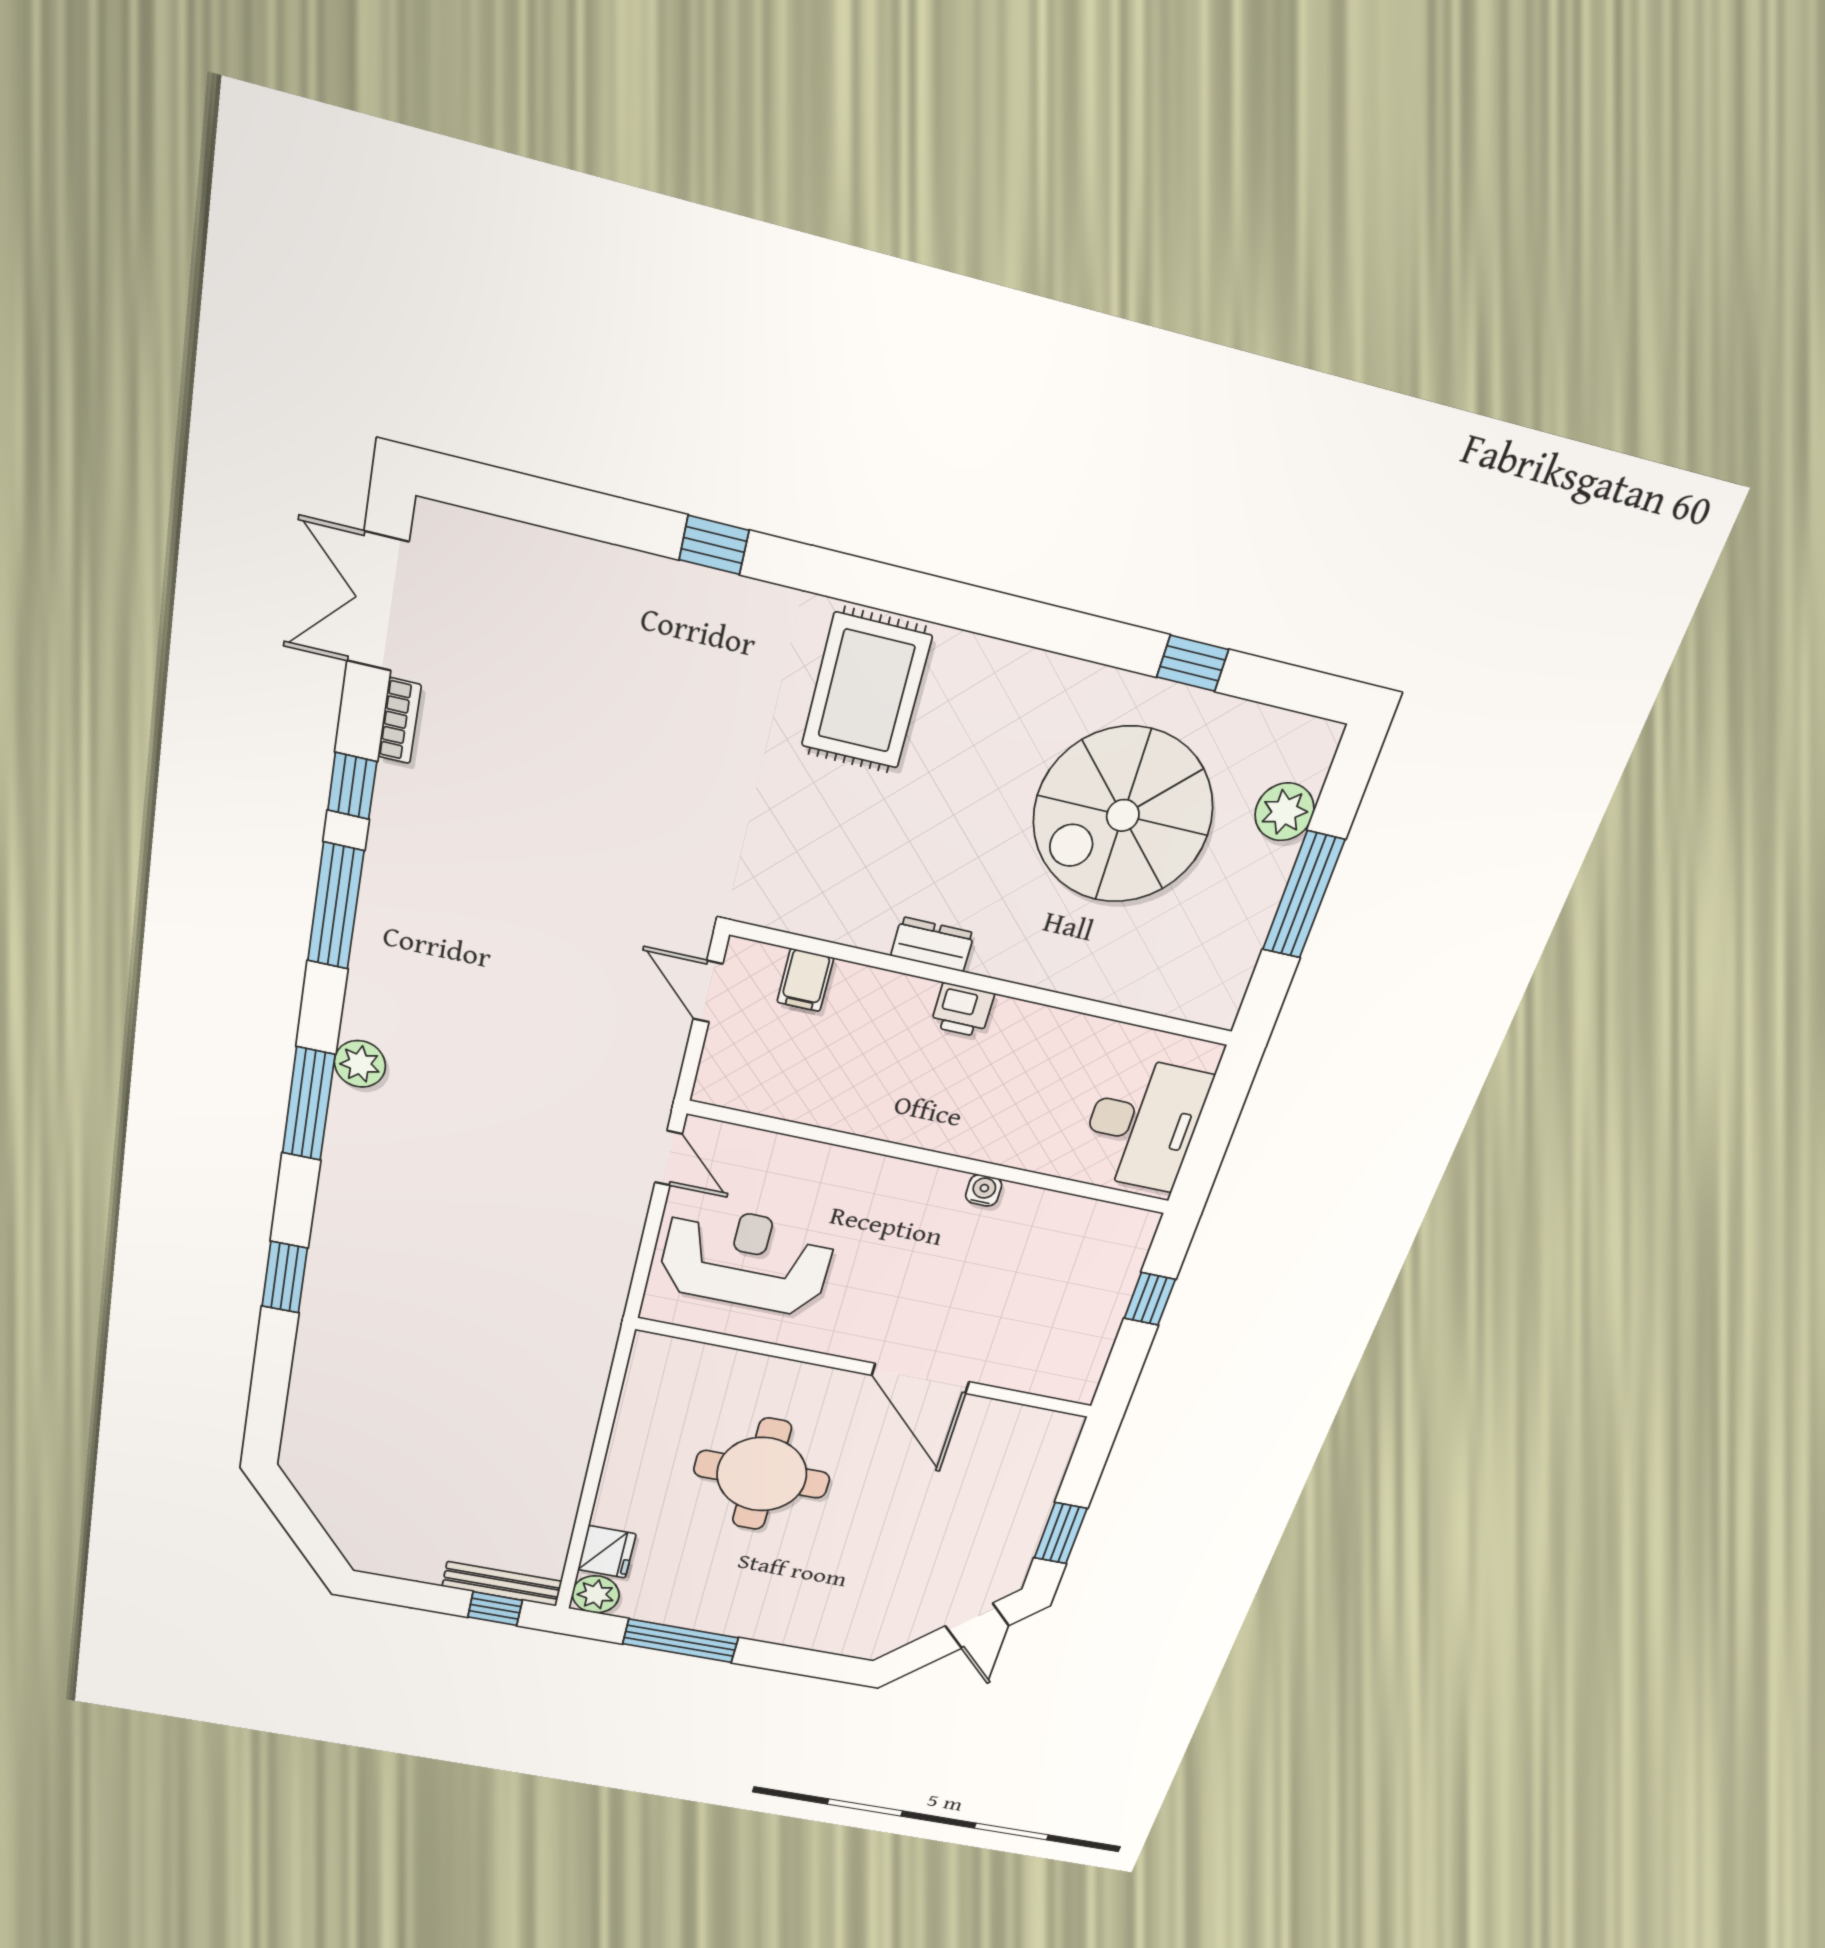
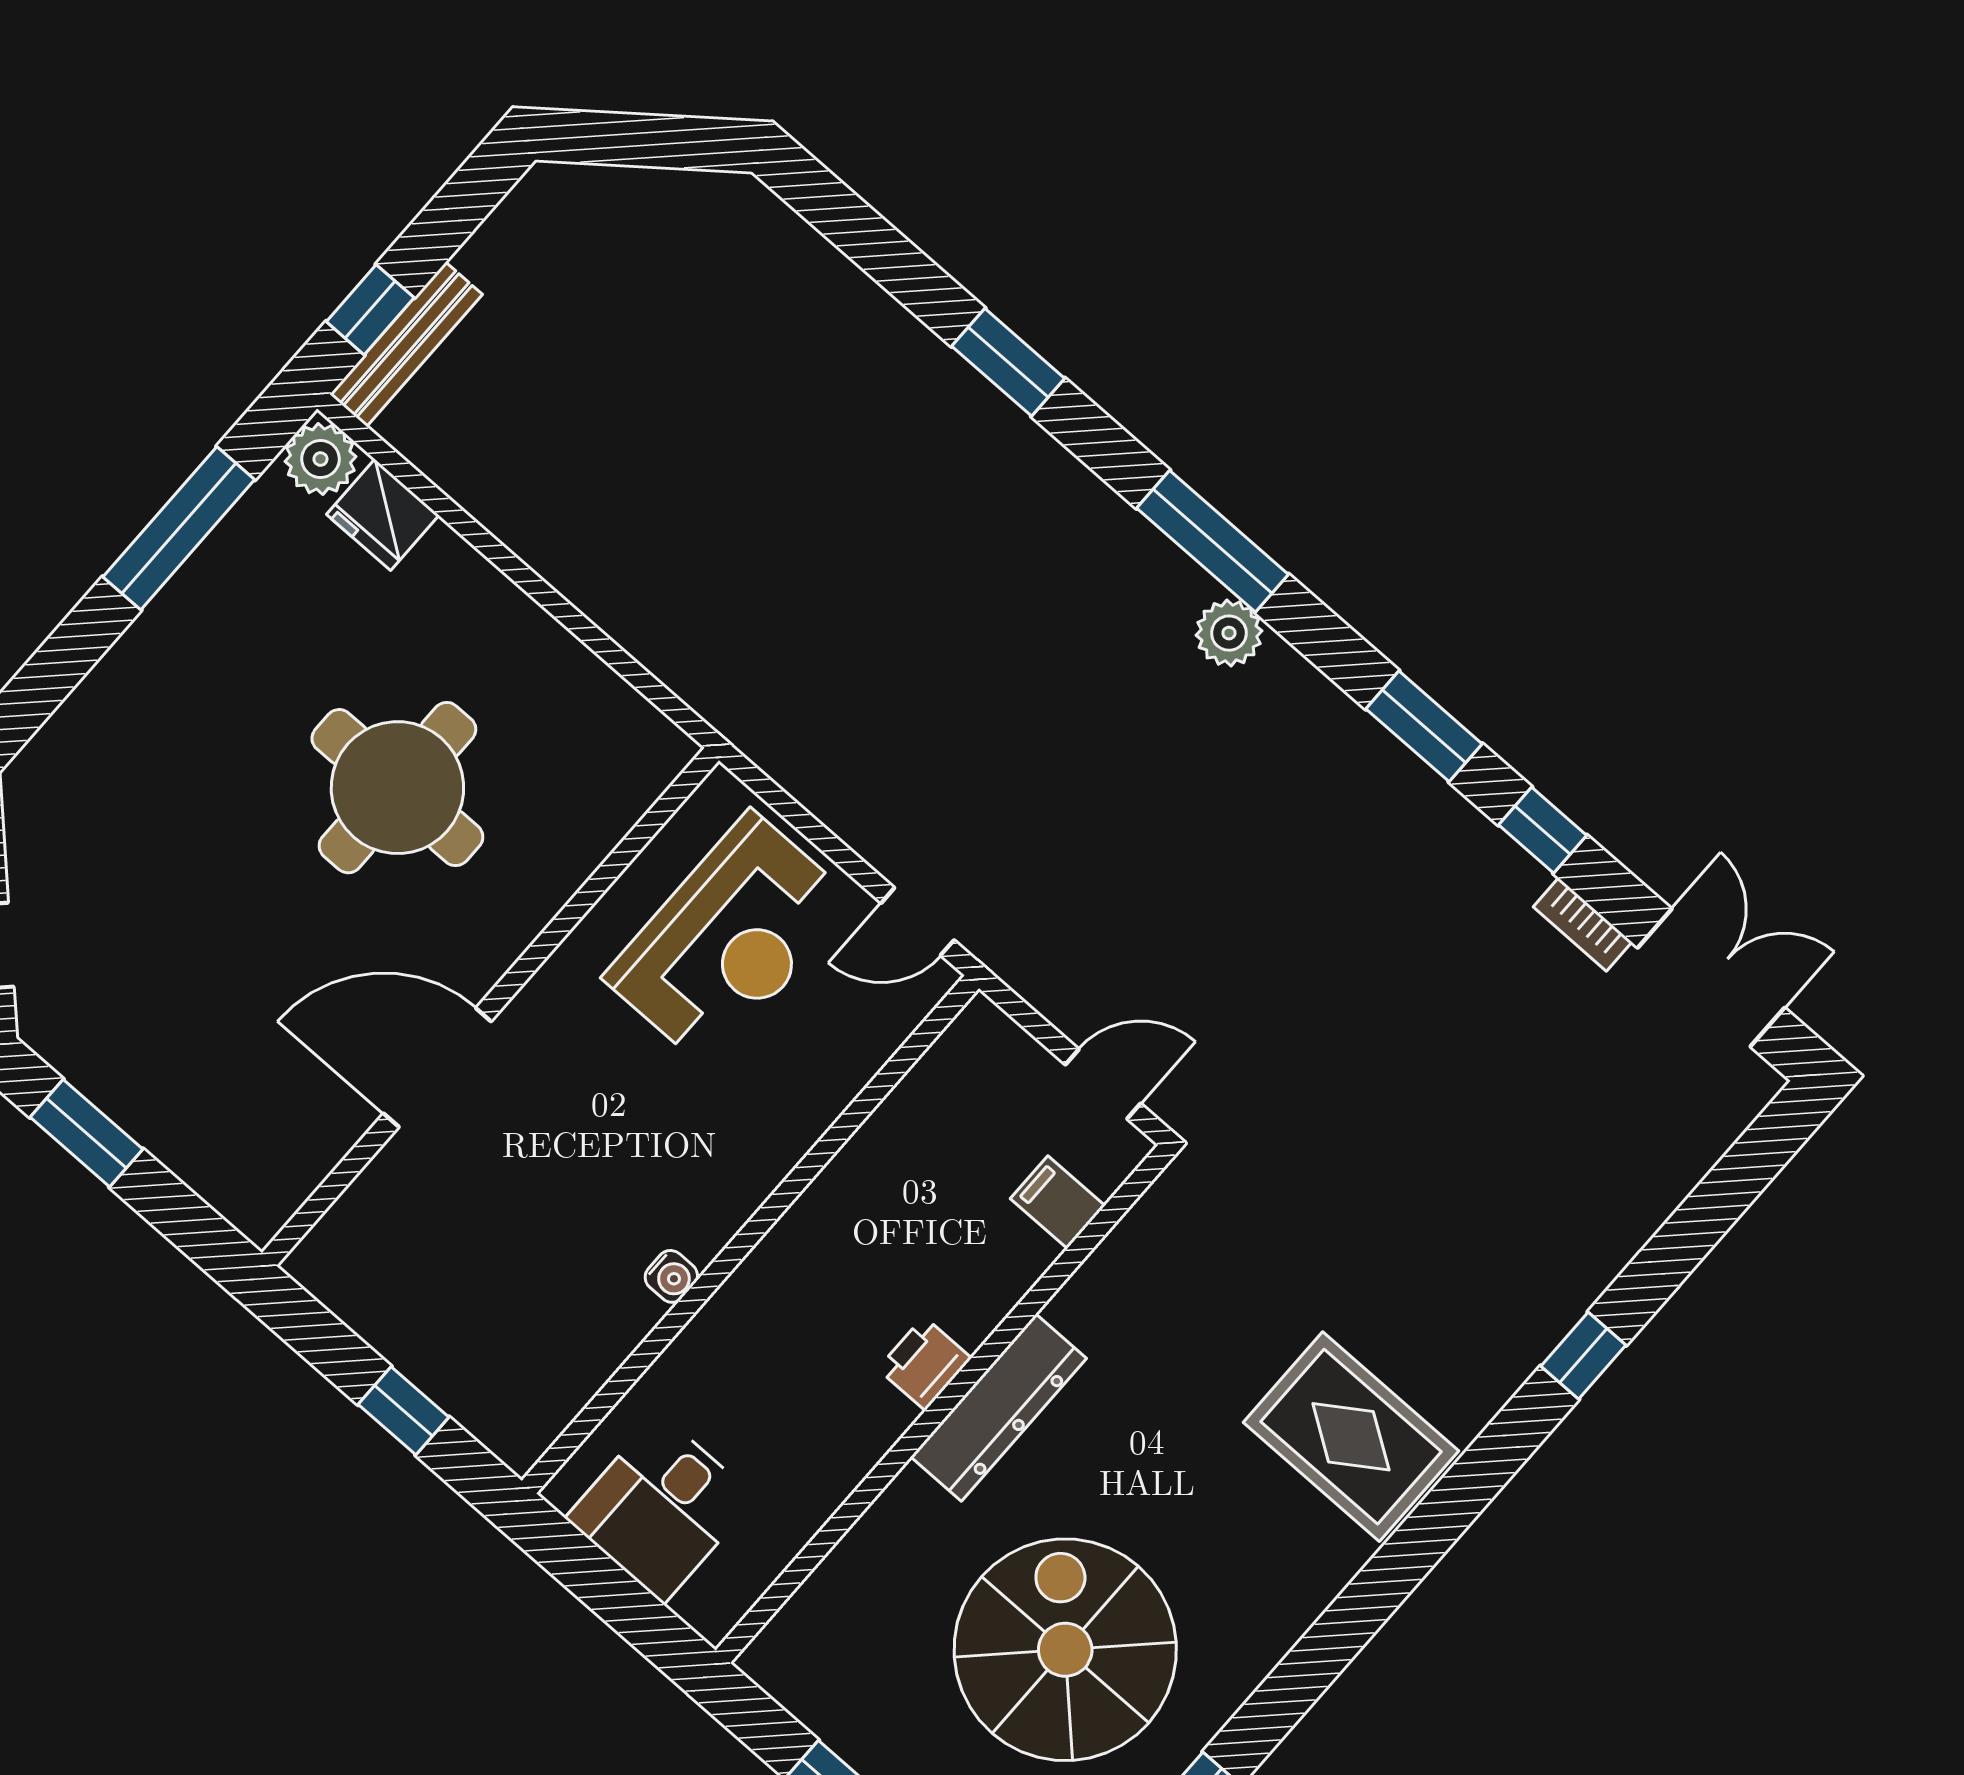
window: (336, 906) -> (1424, 726), width x0.69
dresser: (932, 944) -> (999, 1408), width x1.96, depth x1.24
desk: (1143, 1124) -> (661, 1508), width x0.73

